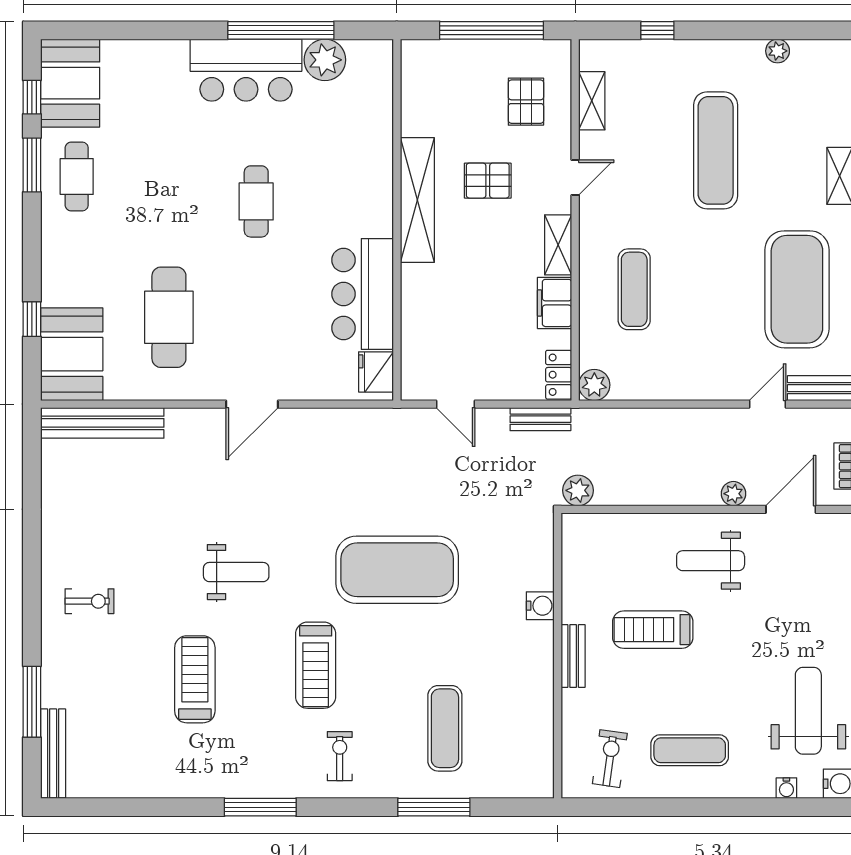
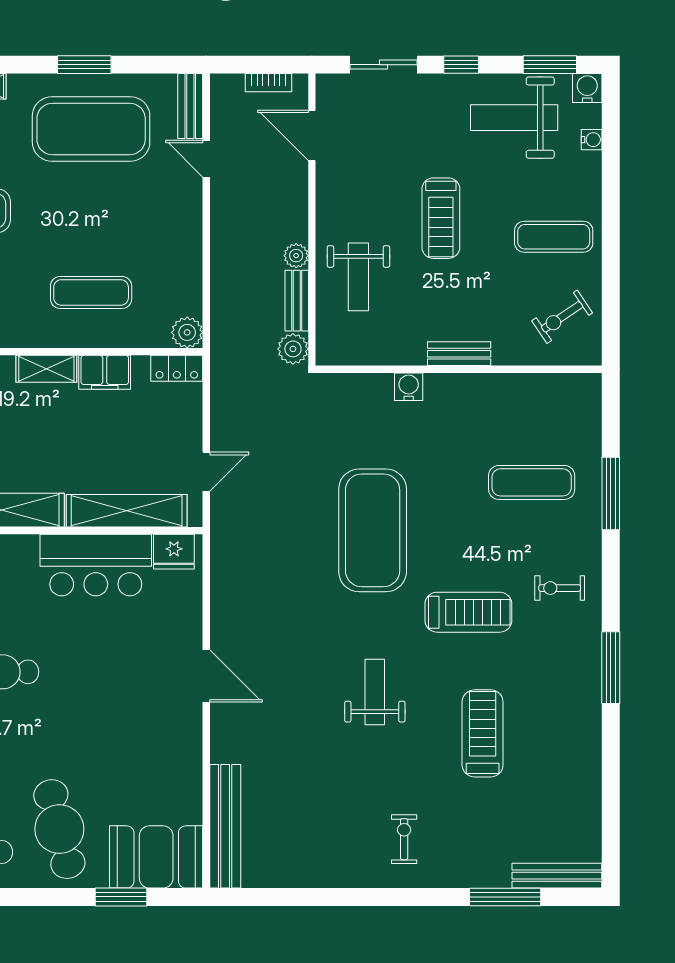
cafe table: (169, 317) -> (59, 829), moved, turned 76
window: (32, 319) -> (121, 897), width x1.50
shelving: (417, 325) -> (127, 511), added
bench: (540, 419) -> (297, 301), moved
plant: (733, 494) -> (296, 256), moved
weight bench: (711, 561) -> (358, 277), moved
treadmill: (653, 630) -> (441, 218), moved
treadmill: (195, 679) -> (483, 733), turned 90
exercise mat: (690, 750) -> (554, 237), turned 90
exercise bike: (610, 759) -> (562, 317), turned -42

